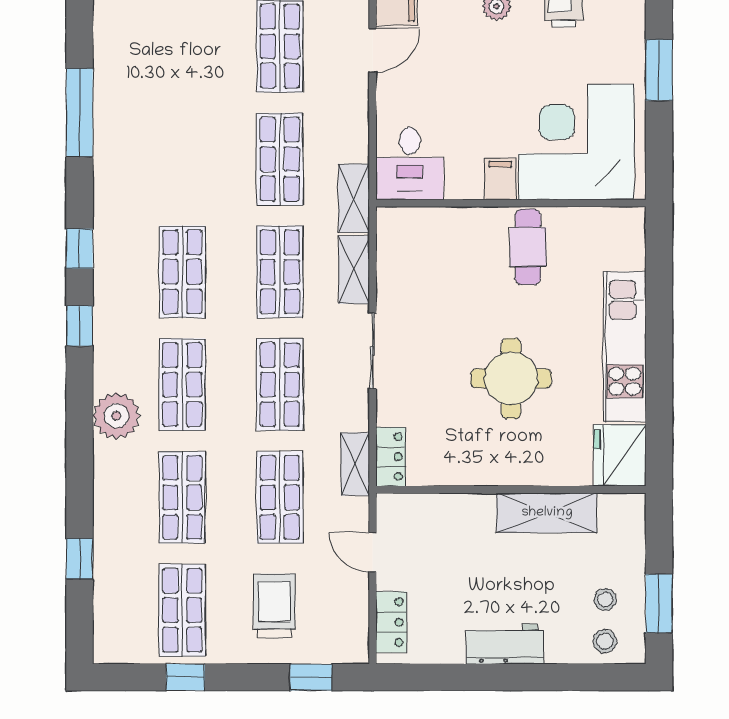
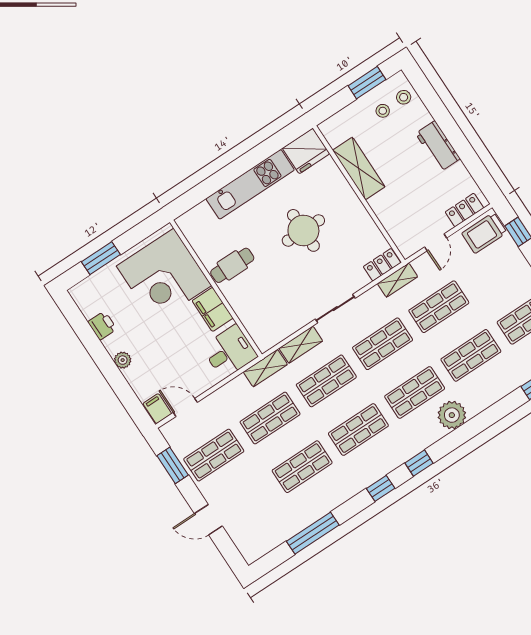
shop shelf: (182, 159) -> (302, 467), added
filing cabinet: (500, 179) -> (213, 309), width x2.00
trolley: (274, 606) -> (484, 233), moved

